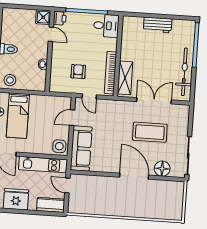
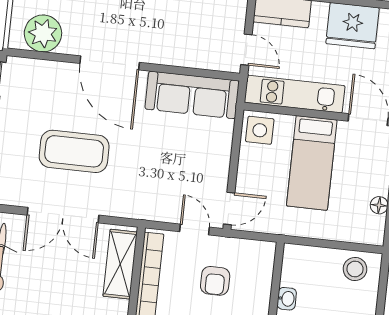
bed: (18, 116) -> (312, 163), moved, turned 180
door: (72, 118) -> (229, 209), moved
sofa: (81, 149) -> (192, 95), moved, turned -90
floor lamp: (162, 169) -> (52, 76), removed
plant: (167, 189) -> (43, 33), added

